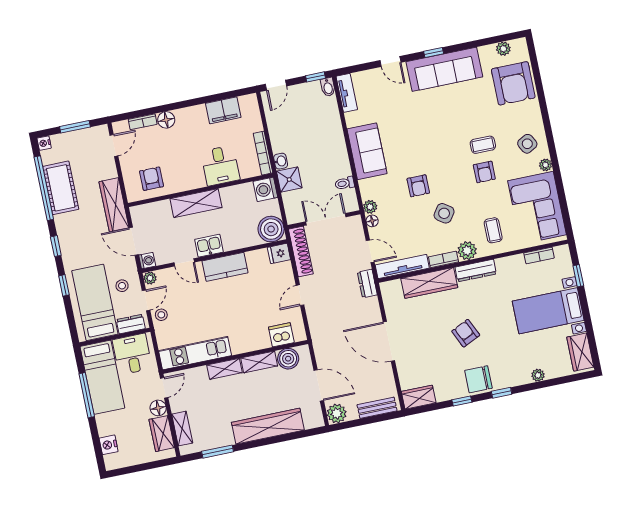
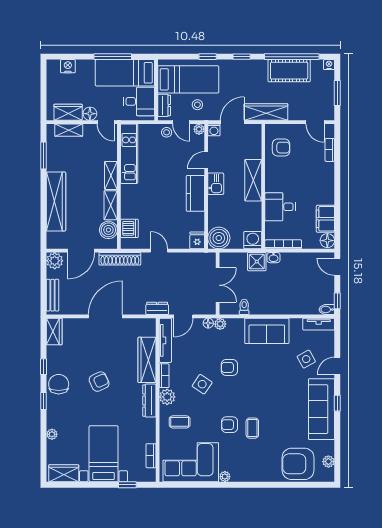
floor lamp: (166, 120) -> (327, 241), moved
side table: (527, 144) -> (306, 359), moved
shoe rack: (301, 252) -> (120, 259), moved

